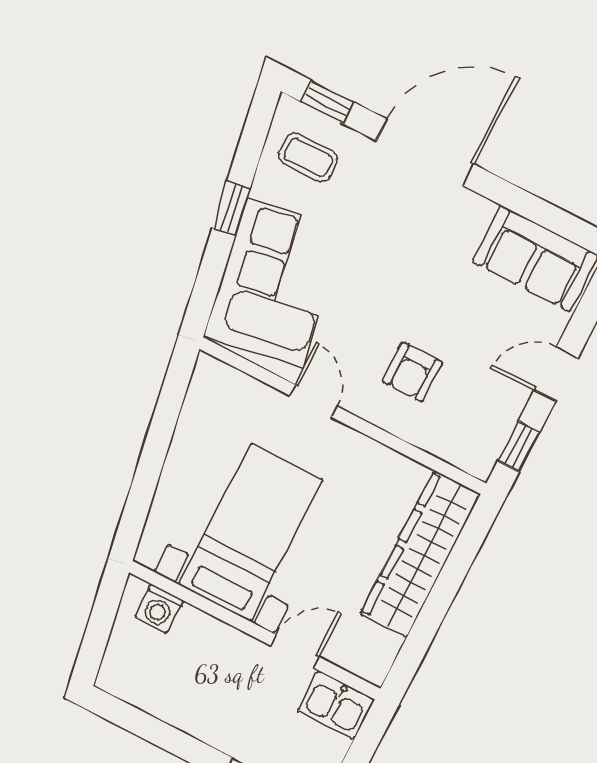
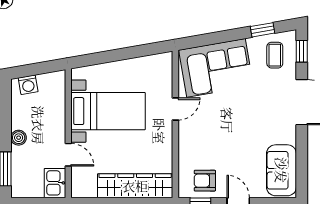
window: (231, 208) -> (262, 30), moved
armchair: (412, 372) -> (205, 181), moved
washing machine: (159, 609) -> (28, 85), moved, turned -100
boiler: (213, 730) -> (19, 138), added

